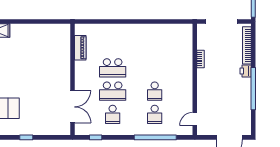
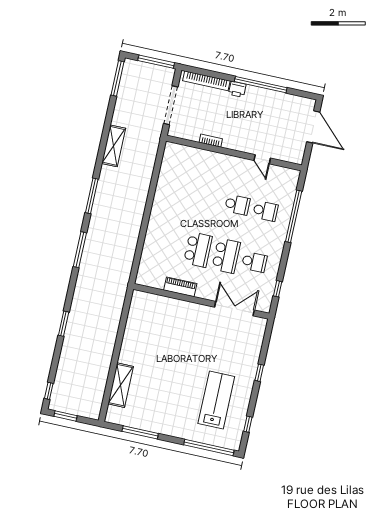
piano: (80, 48) -> (180, 287), moved
door: (195, 119) -> (262, 159), moved

